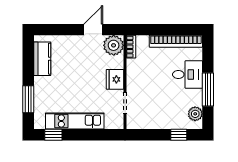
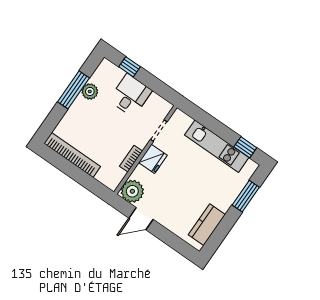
bookcase: (131, 47) -> (131, 159), moved
desk: (188, 75) -> (130, 95), moved, turned 90
plant: (195, 114) -> (90, 91), moved

